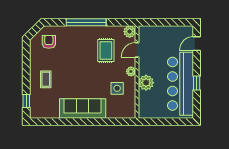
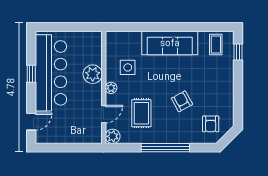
armchair: (72, 60) -> (182, 101), added
coffee table: (46, 79) -> (216, 44), moved

